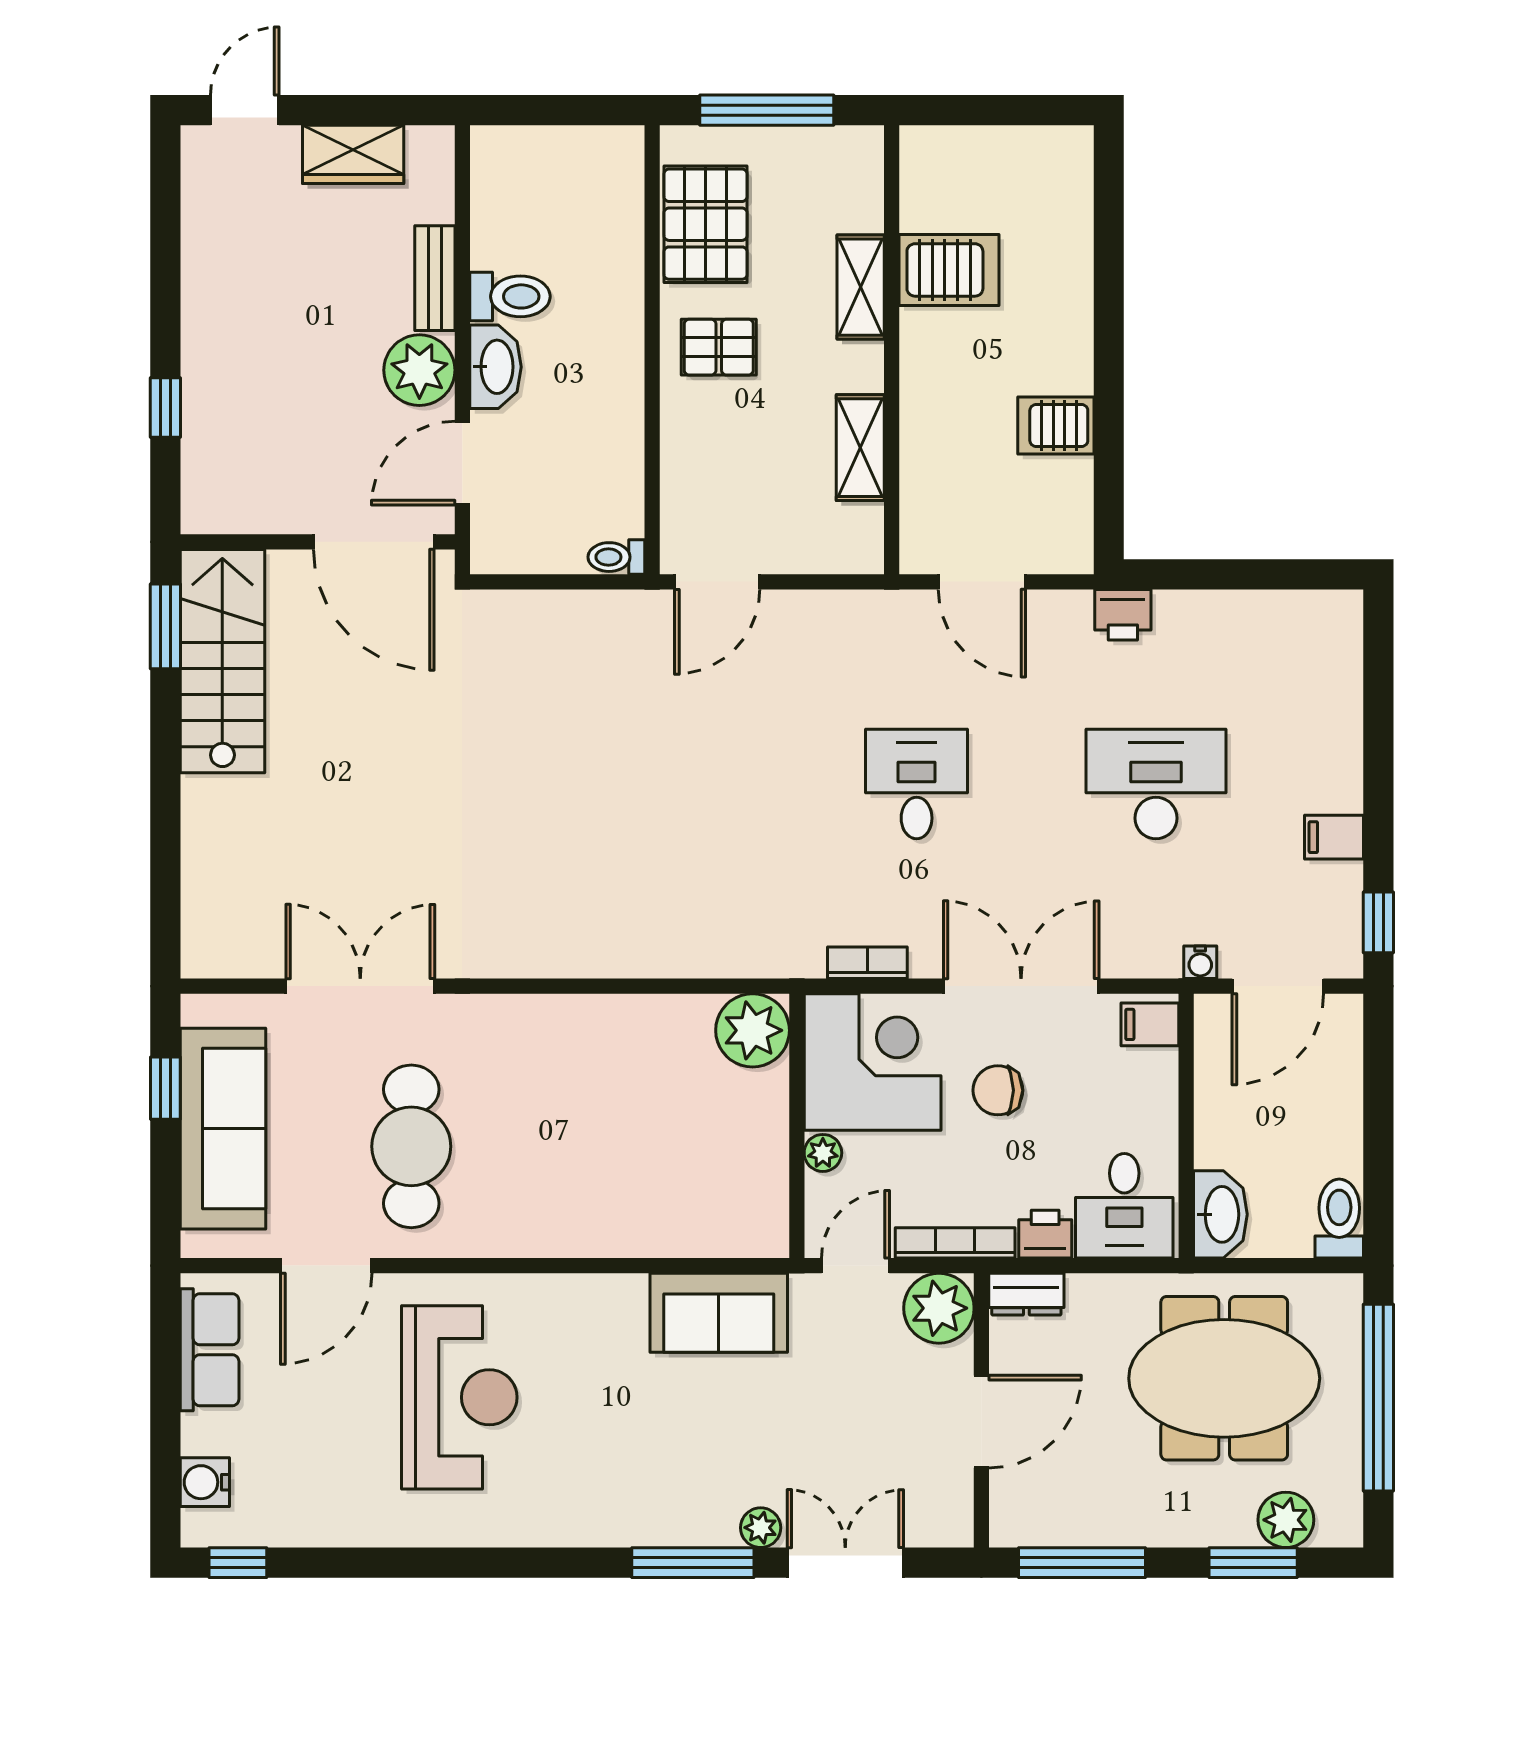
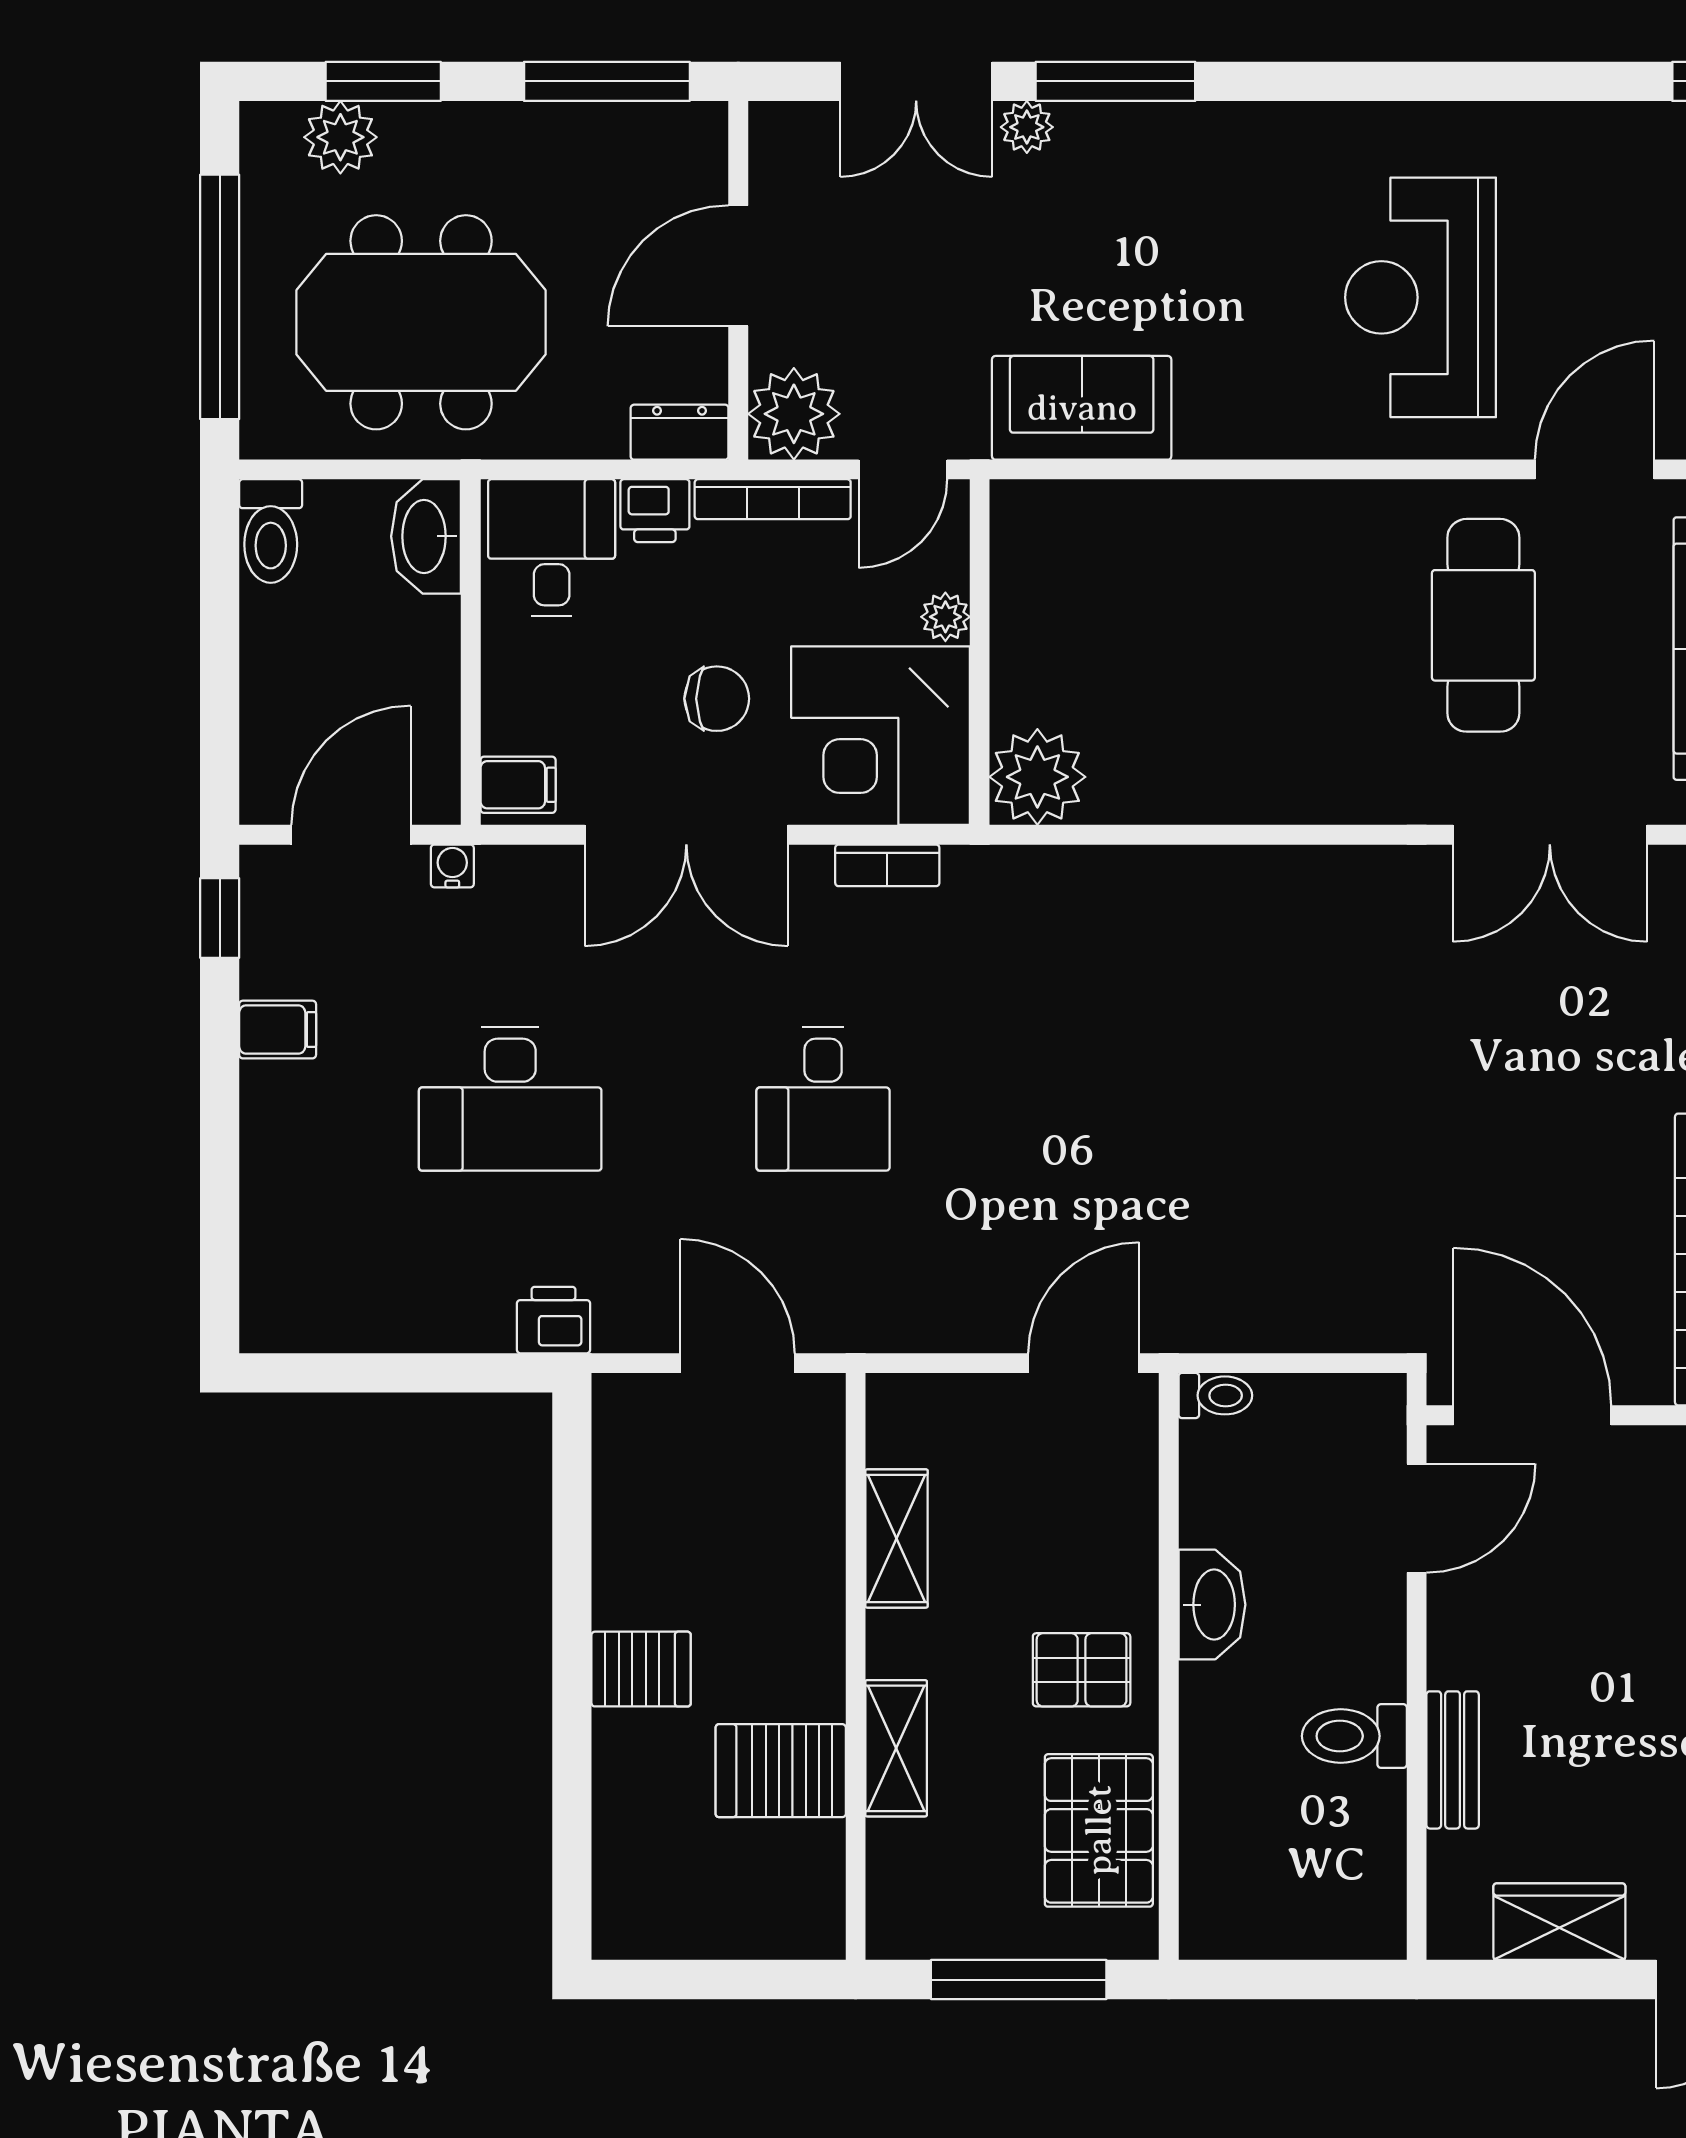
washbasin: (495, 367) -> (1212, 1605), moved, turned 180
plant: (419, 370) -> (1473, 1640), removed
server rack: (1056, 426) -> (641, 1669), moved

